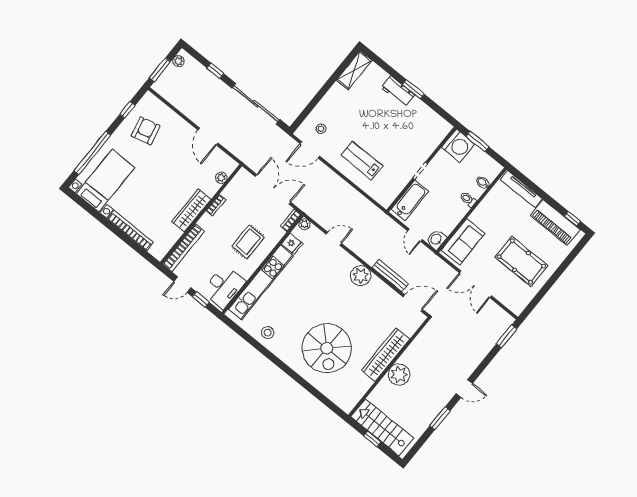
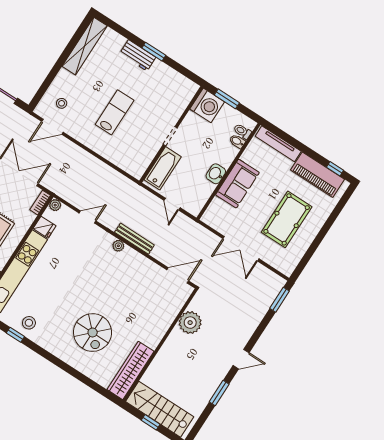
shelving: (354, 70) -> (85, 46), width x1.47
lab bench: (362, 160) -> (115, 112), moved, turned 90
toilet: (468, 199) -> (242, 131), moved
washbasin: (436, 239) -> (216, 174), moved
sofa: (463, 242) -> (237, 184), moved
pool table: (521, 261) -> (287, 219), turned 90
plant: (361, 276) -> (118, 246), width x0.53, depth x0.53
bench: (390, 276) -> (134, 239), moved
window: (254, 342) -> (15, 335), added
spiral stairs: (327, 348) -> (93, 332), width x0.73, depth x0.73
wardrobe: (386, 355) -> (130, 370), moved
plant: (399, 374) -> (190, 323), moved

